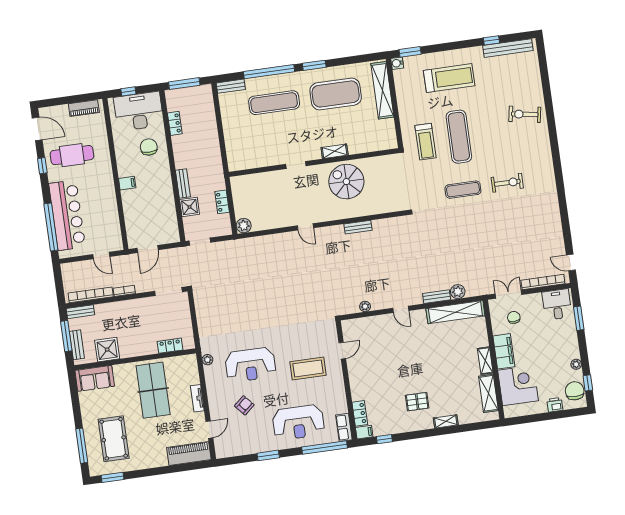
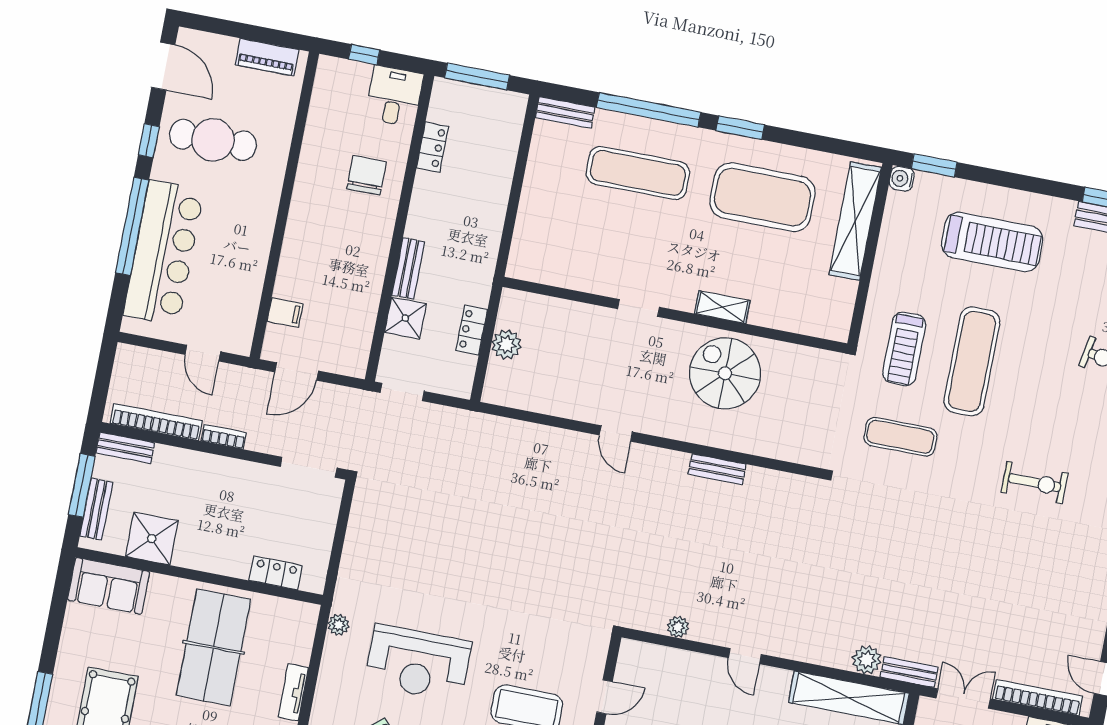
desk: (139, 111) -> (394, 96), width x0.53, depth x0.77
filing cabinet: (127, 183) -> (285, 312), moved
exercise mat: (463, 190) -> (900, 437), moved
plant: (244, 226) -> (506, 345), moved
window: (51, 227) -> (132, 226), moved
bench: (437, 297) -> (909, 672), moved

